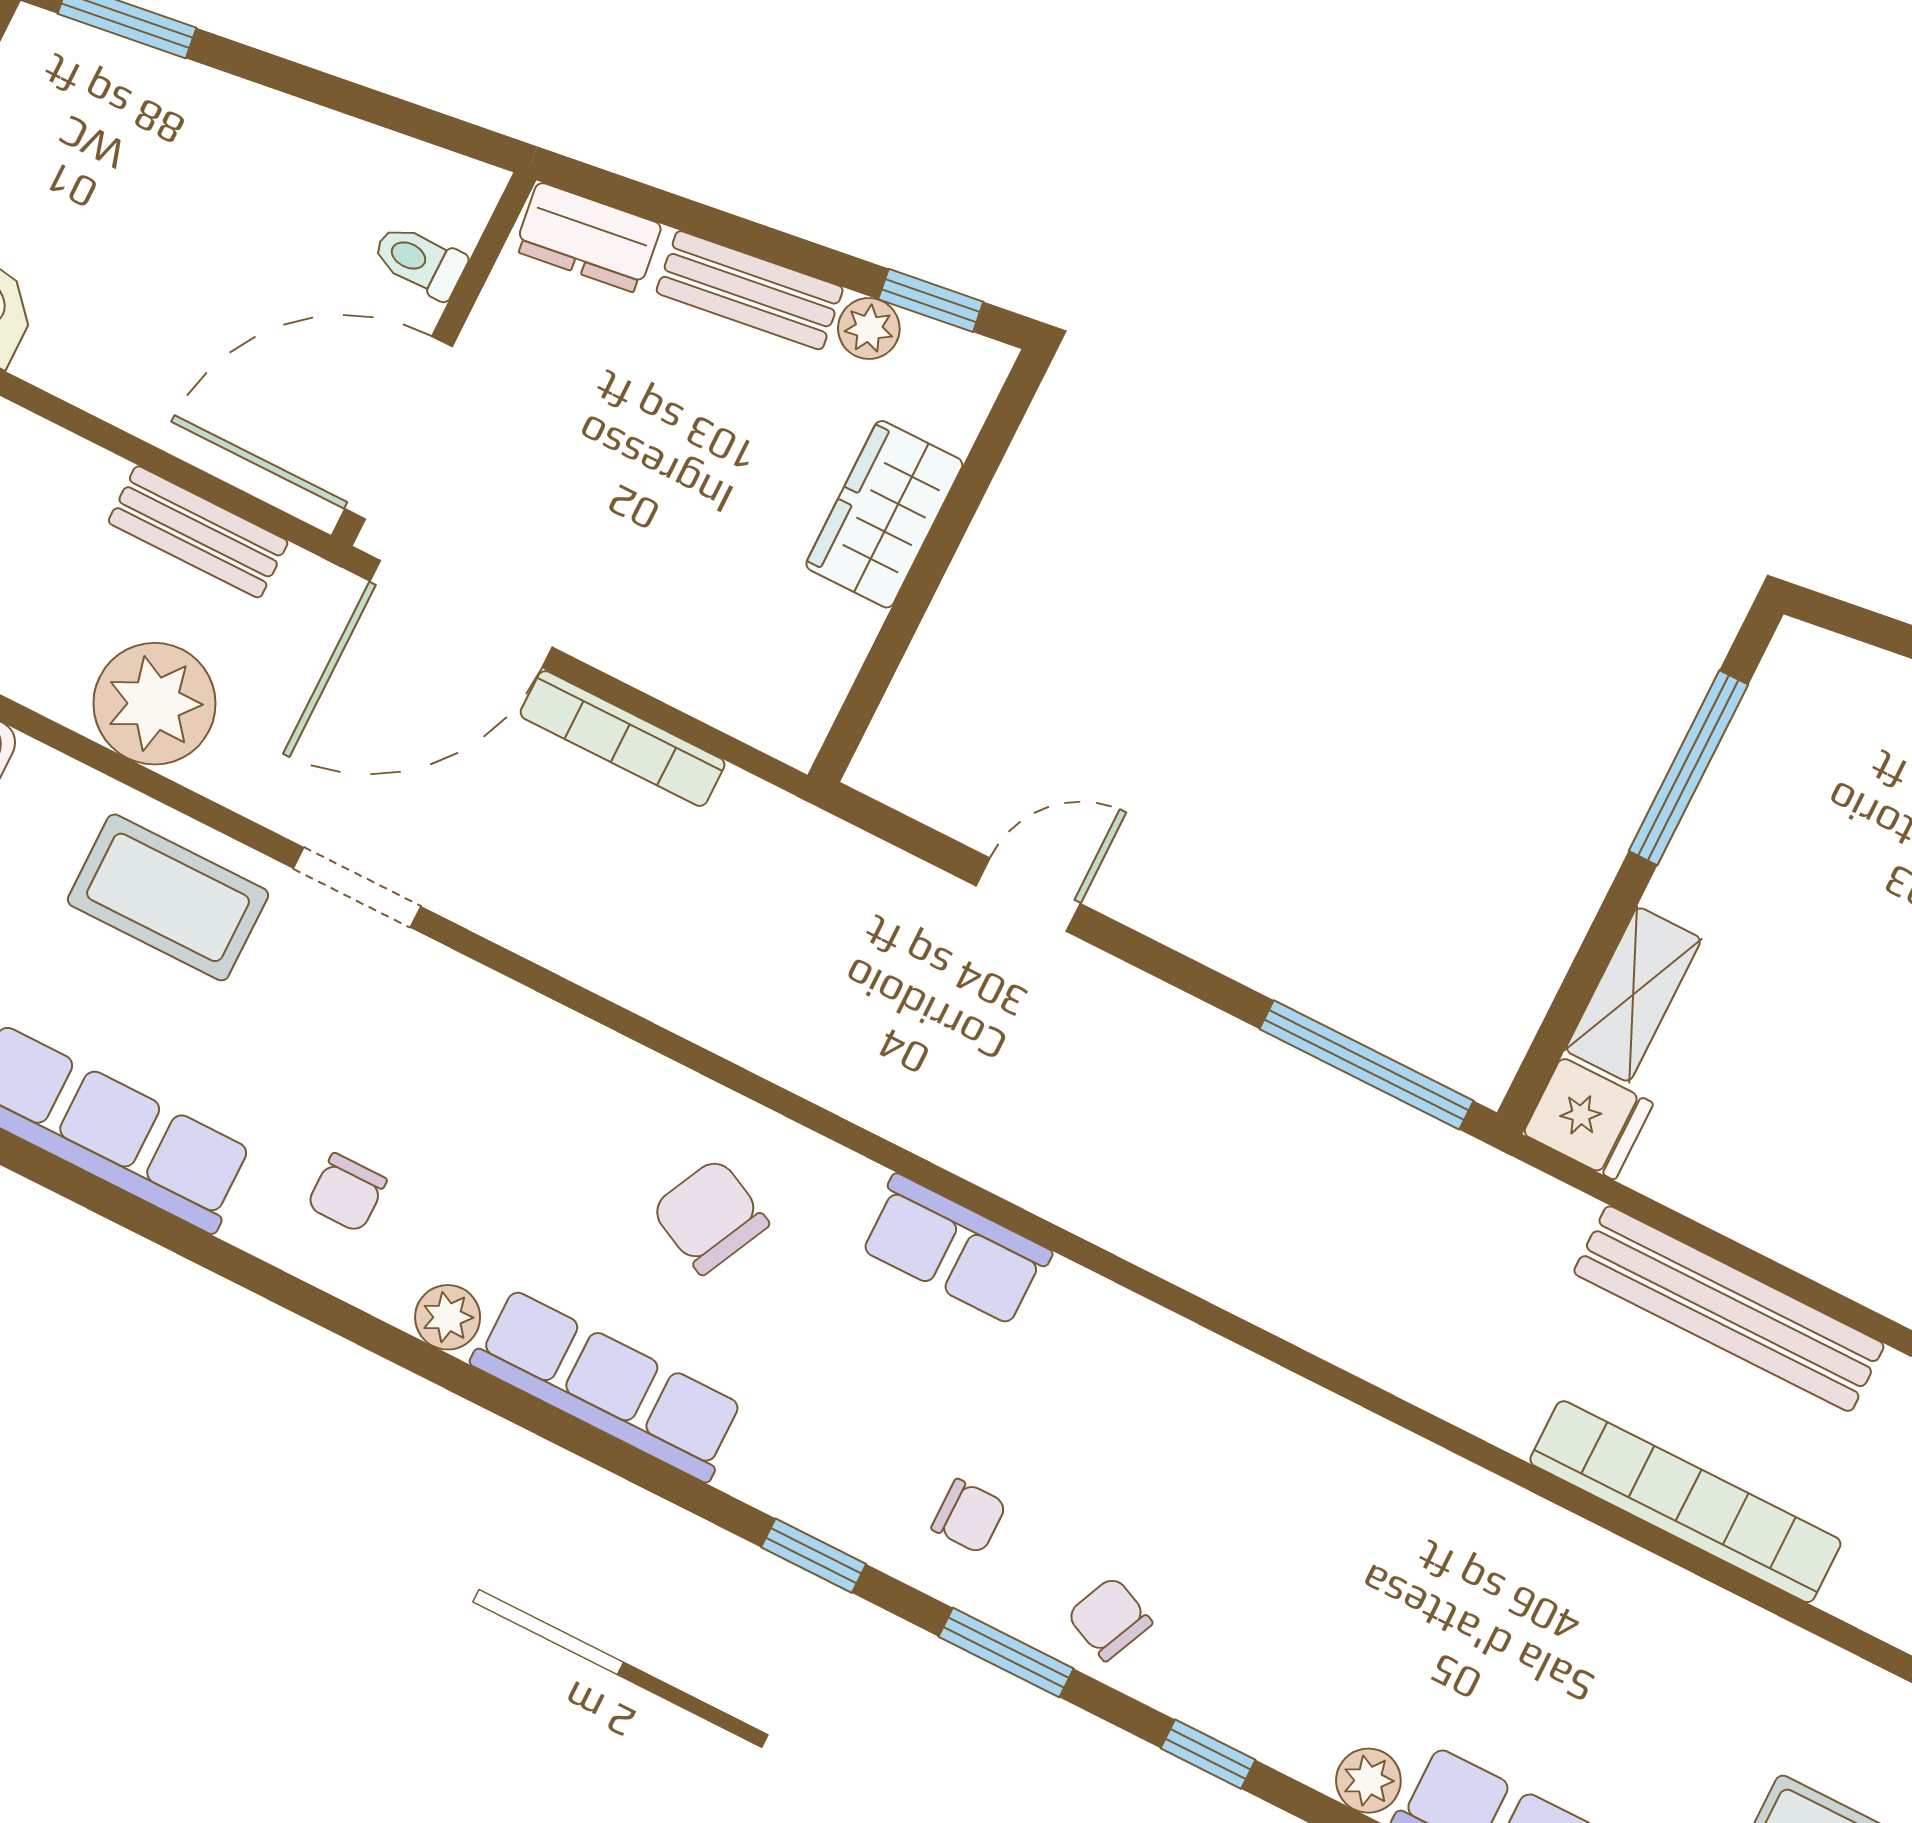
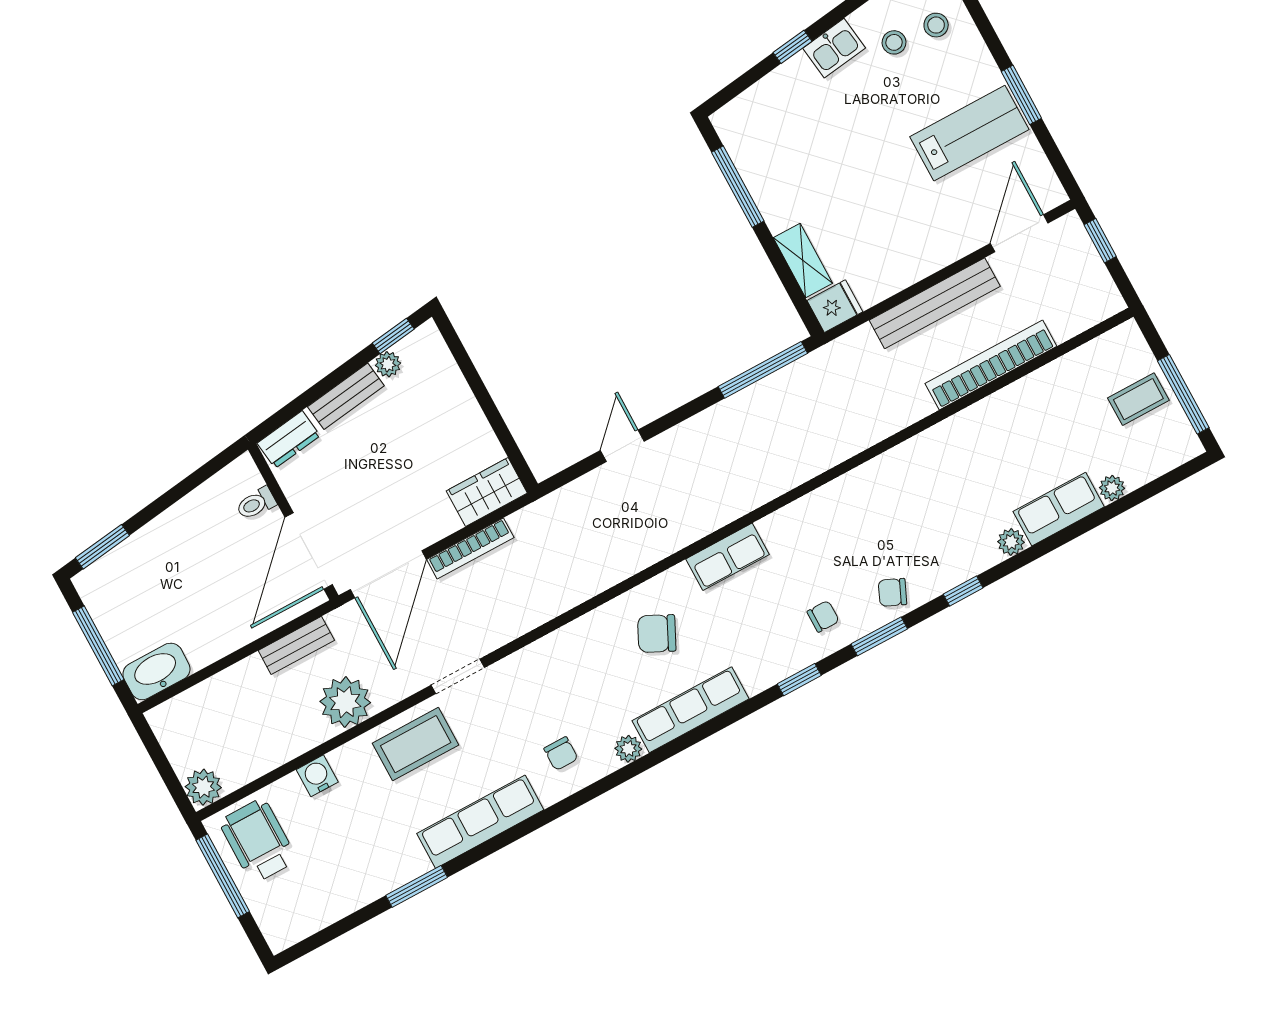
wardrobe: (884, 514) -> (487, 492), moved, turned 90

